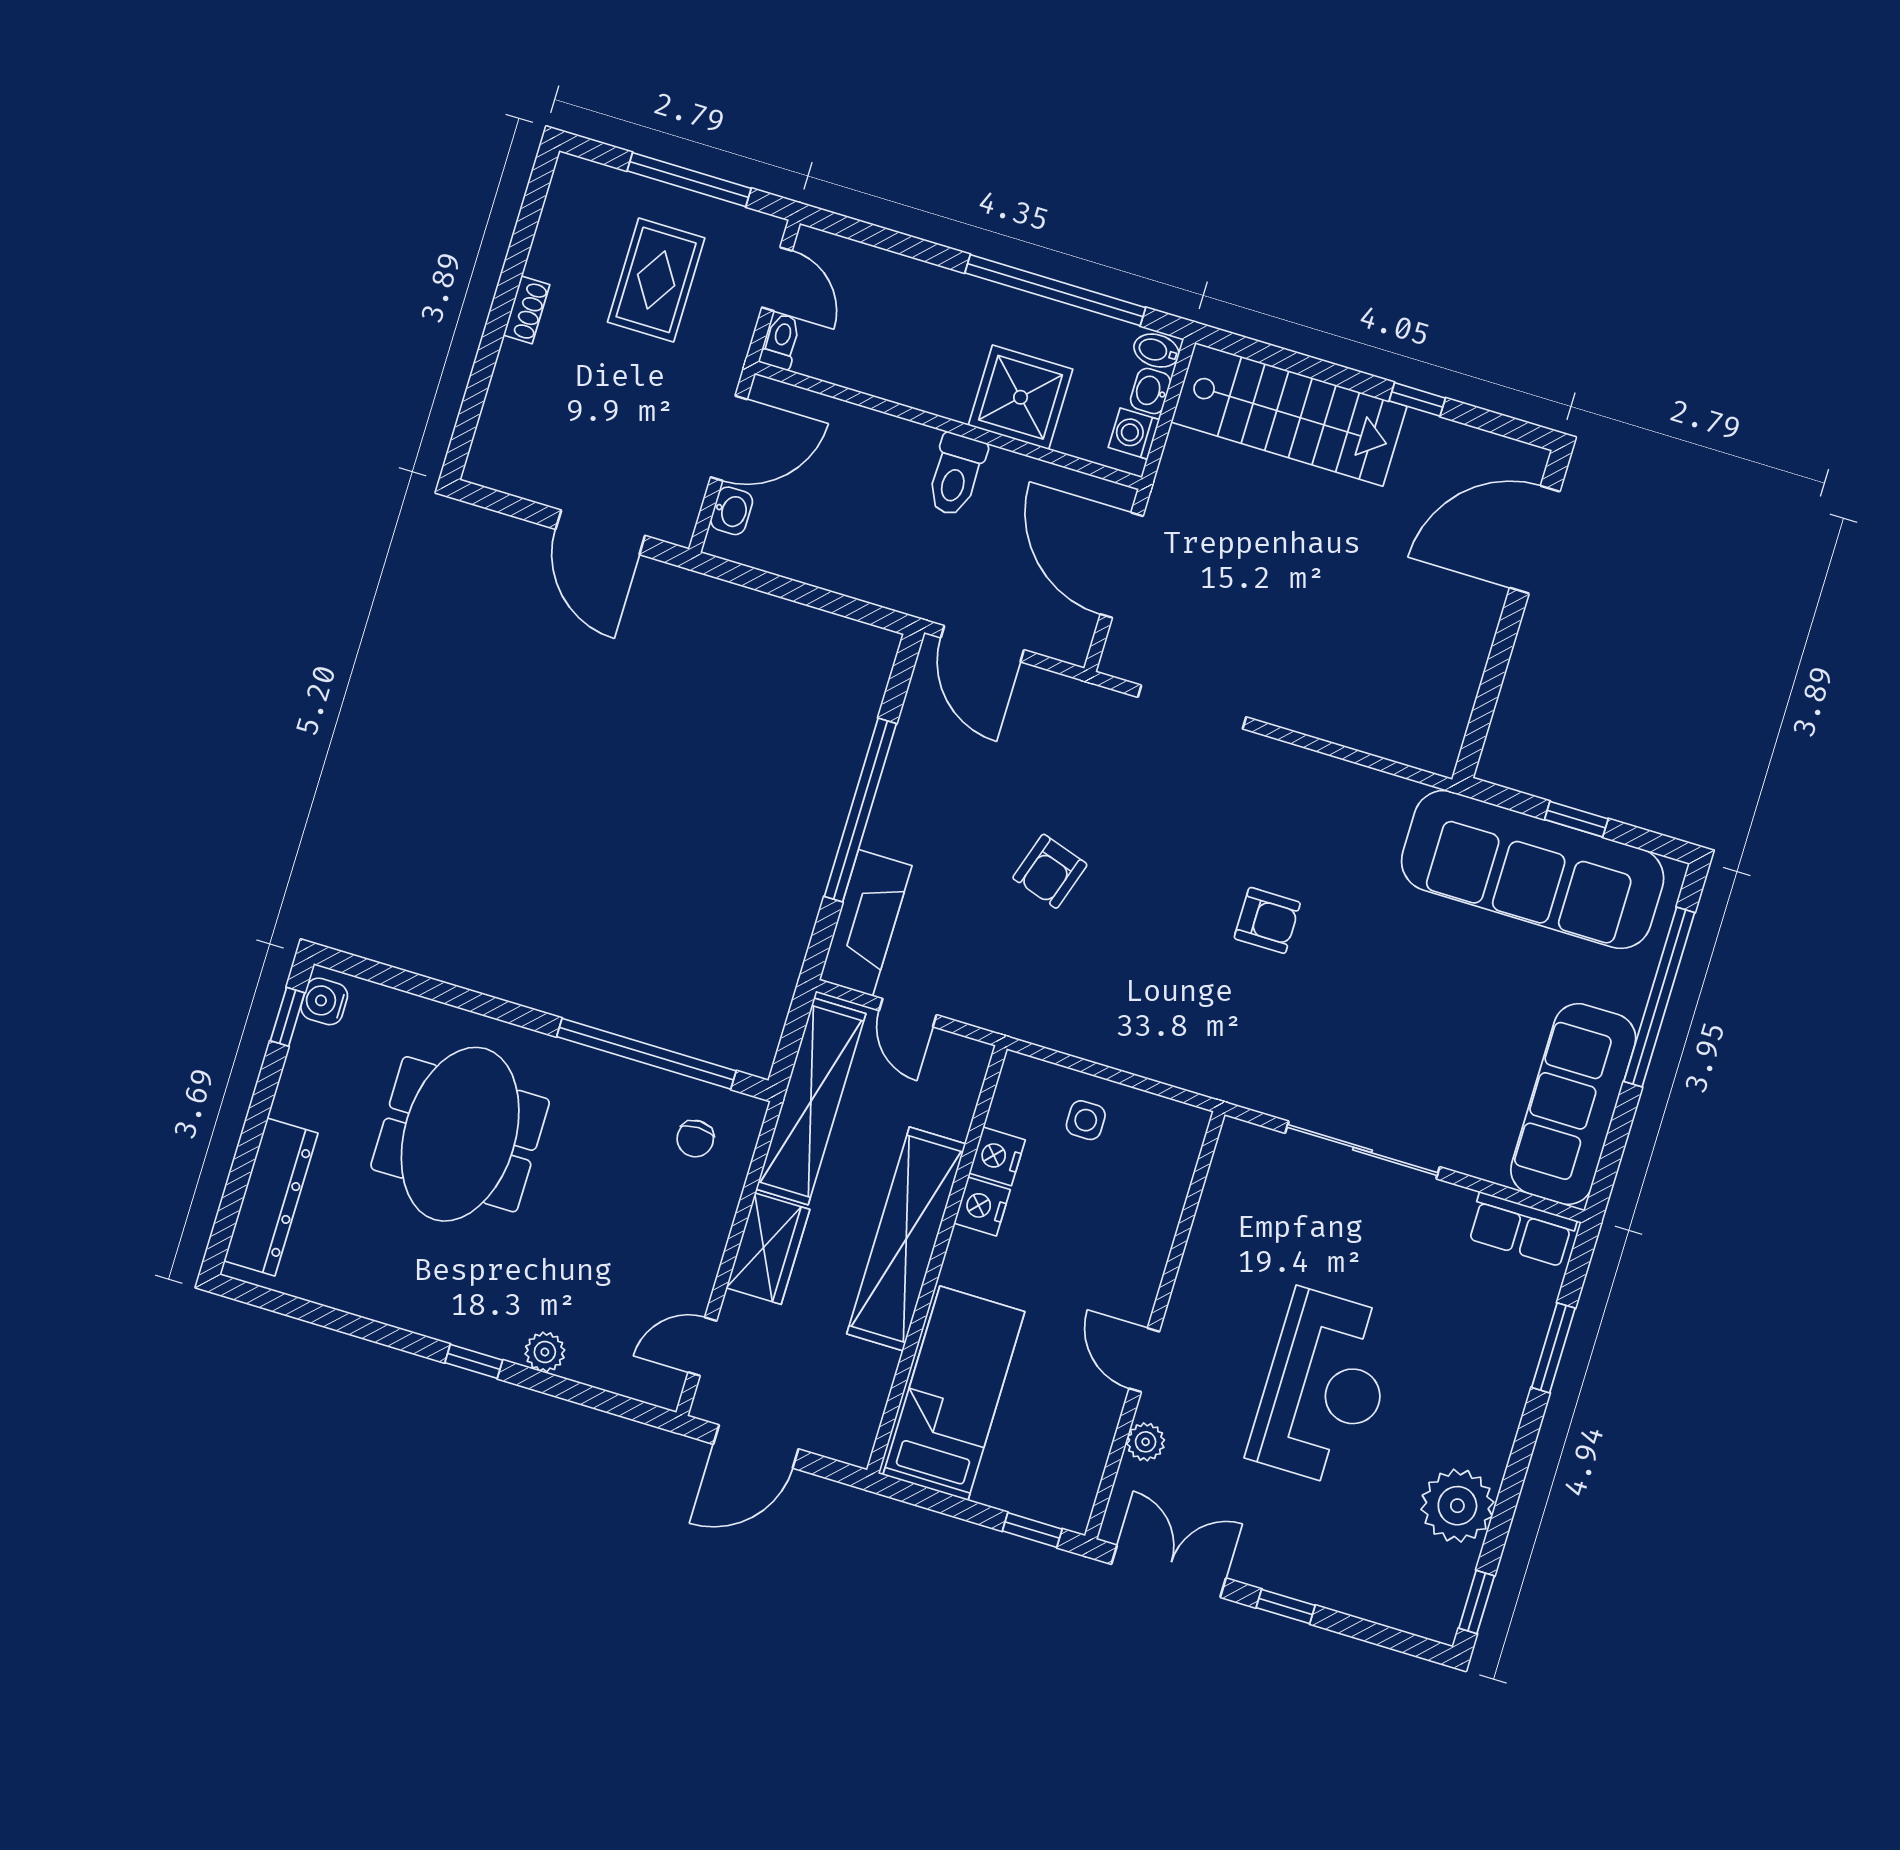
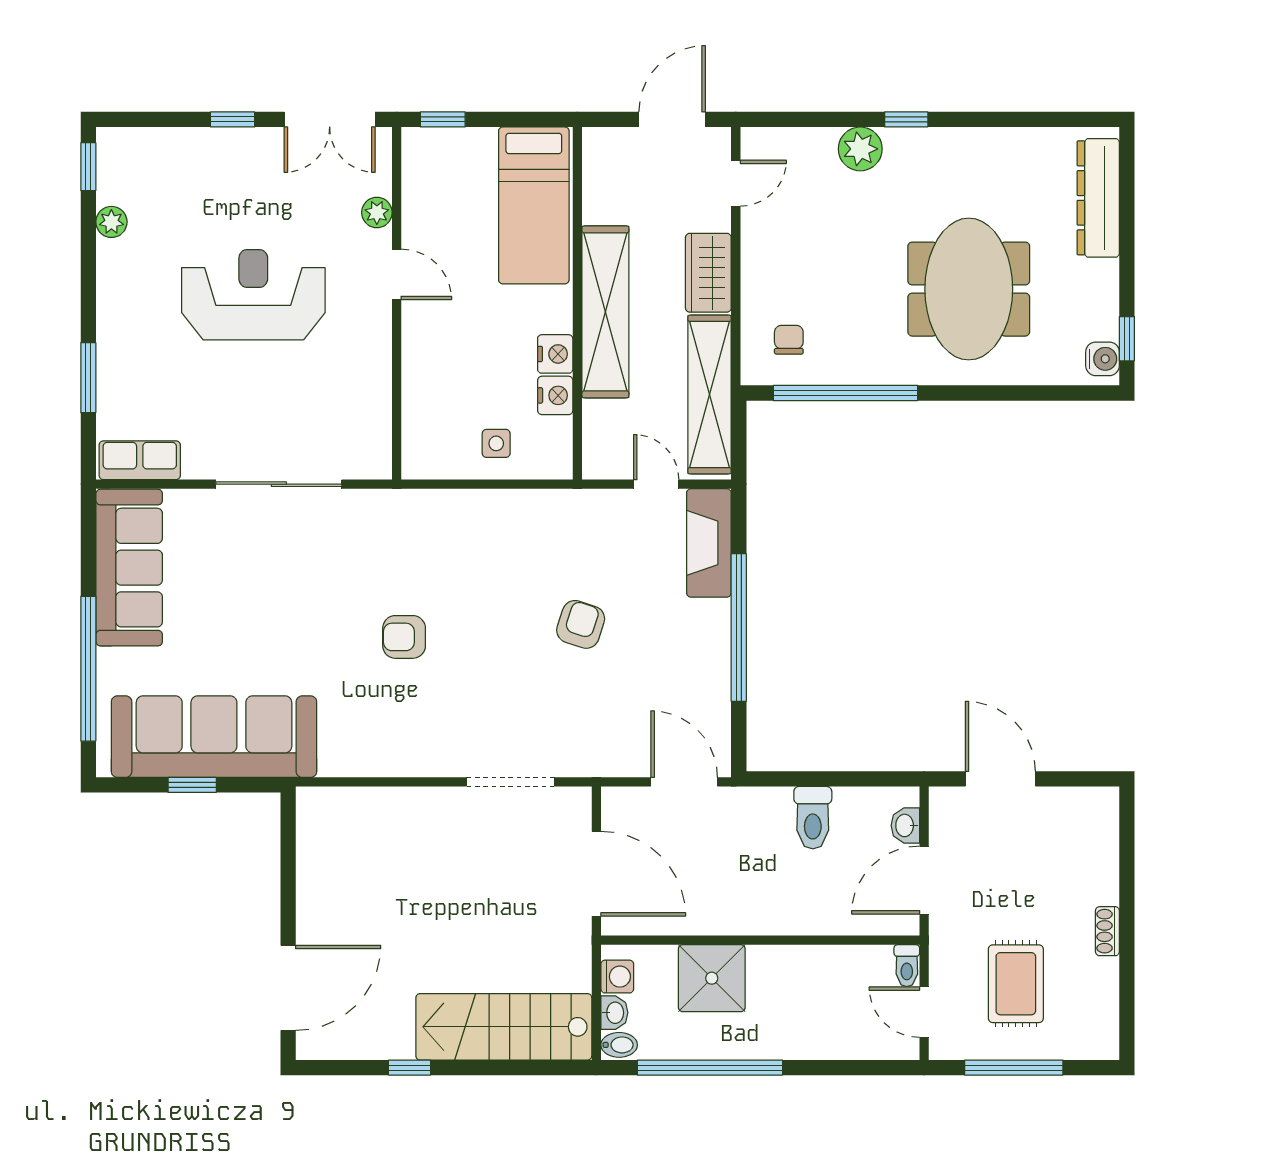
toilet: (956, 475) -> (813, 818), moved, turned 180
plant: (545, 1352) -> (860, 149), width x1.38, depth x1.38
reception desk: (1324, 1388) -> (253, 295), turned 90
plant: (1457, 1506) -> (111, 222), width x0.53, depth x0.53

